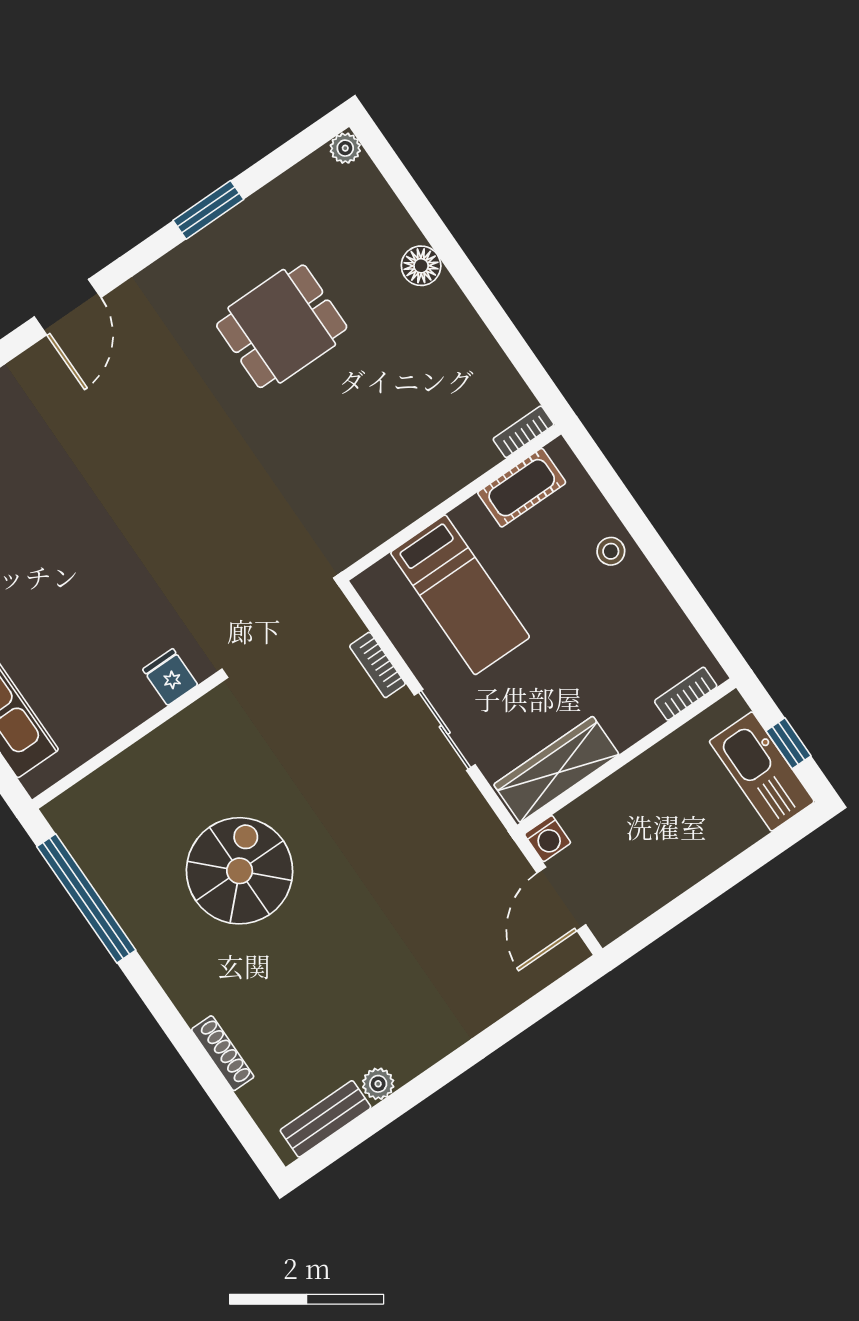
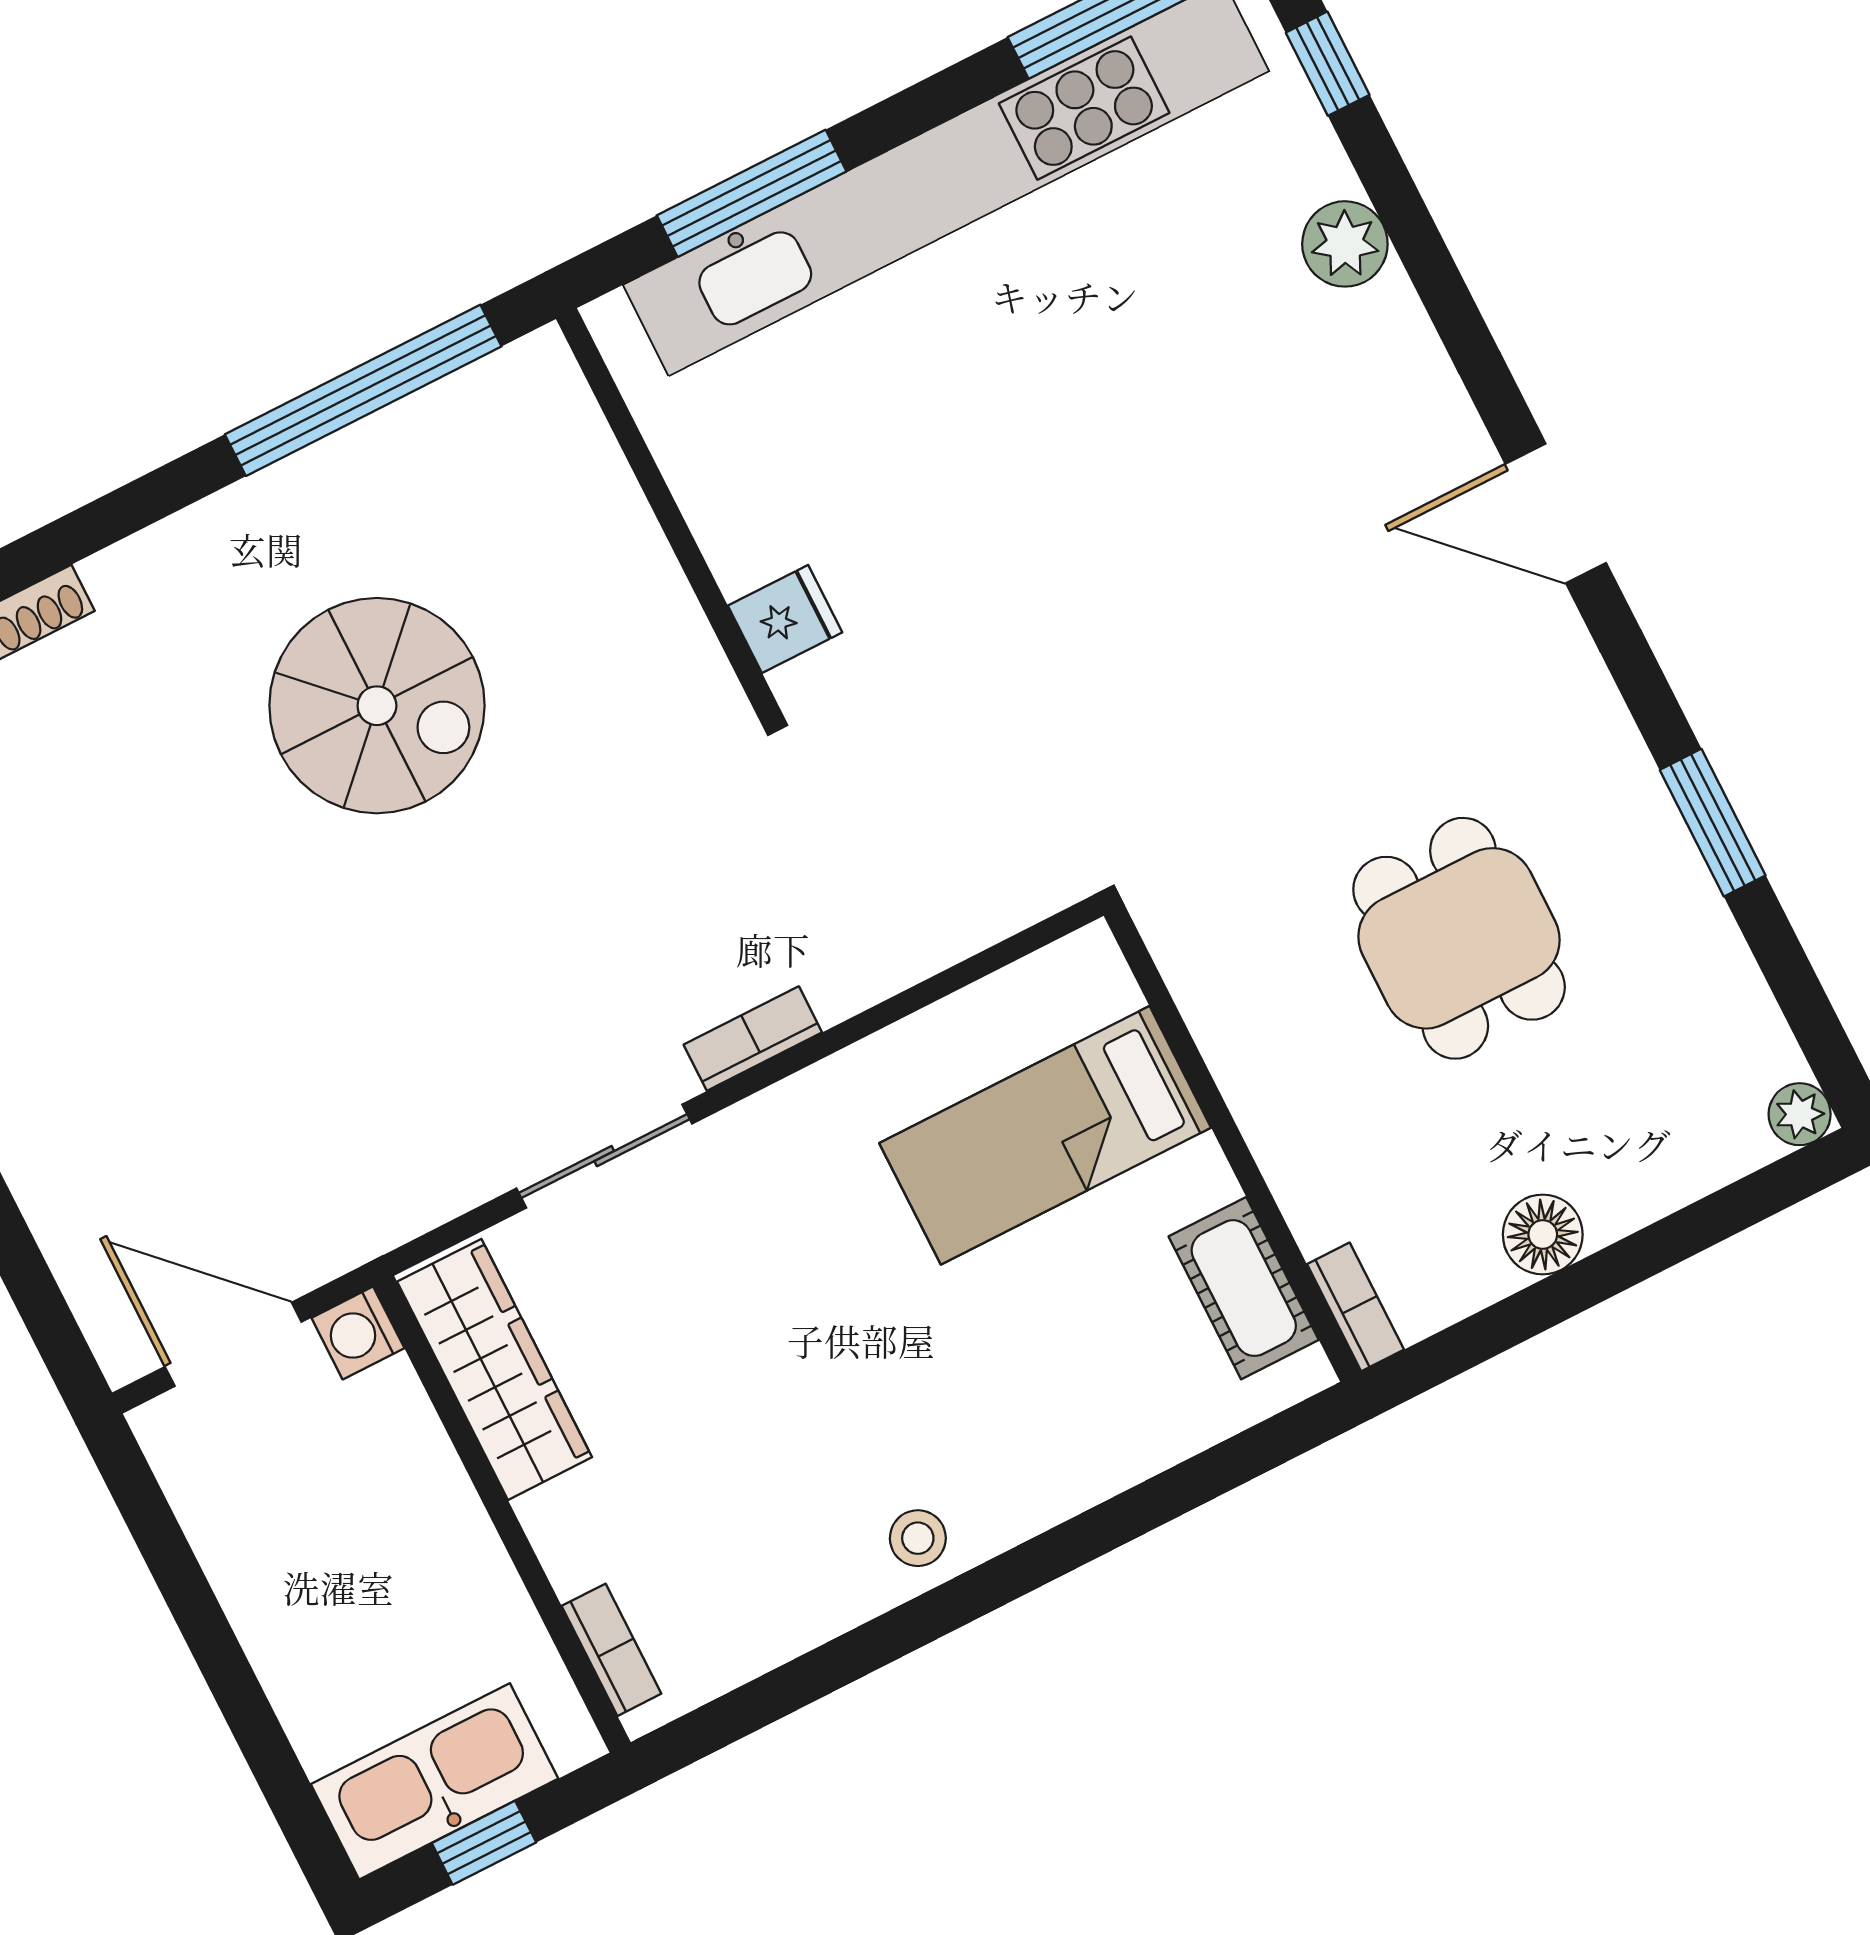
bookcase: (524, 432) -> (1355, 1307), moved
cot: (522, 488) -> (1244, 1288), moved
wall: (452, 503) -> (1232, 1144), moved
bed: (460, 595) -> (1045, 1135), moved

